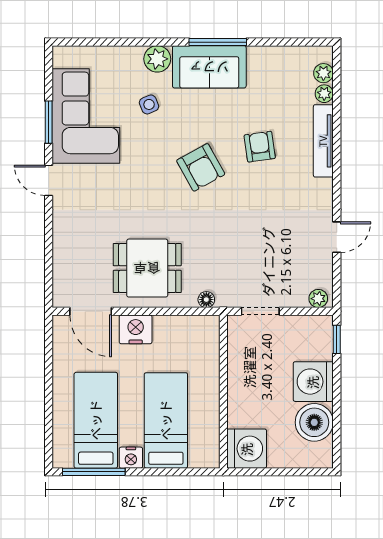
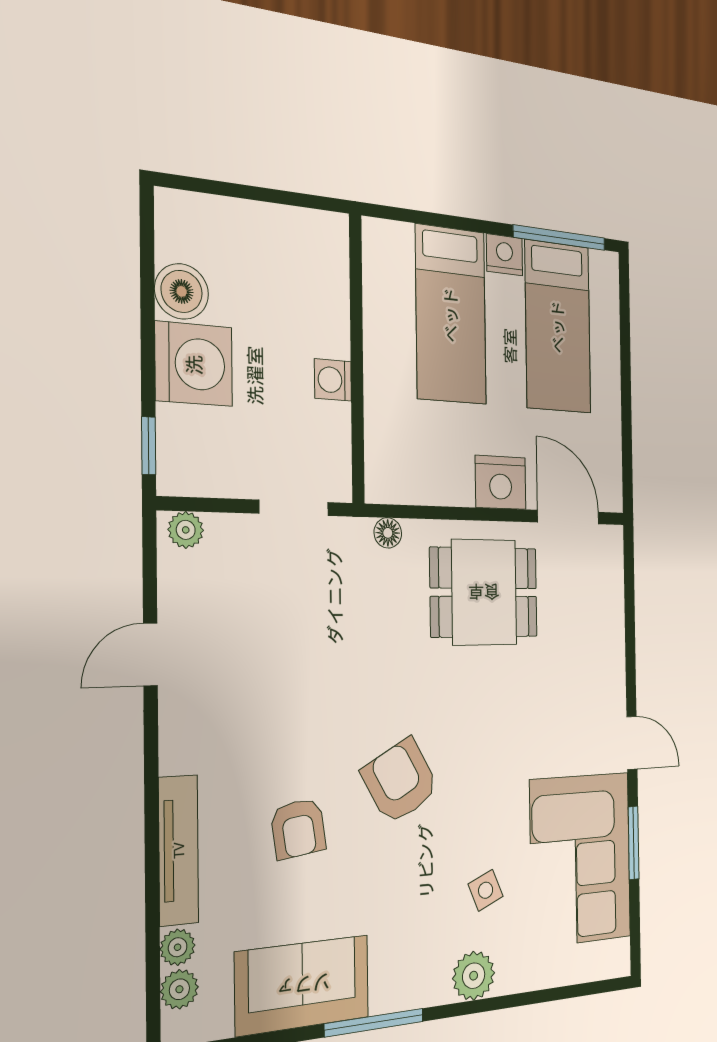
sofa: (209, 67) -> (303, 985), moved
boiler: (314, 422) -> (182, 291), width x0.73, depth x0.73
washing machine: (247, 449) -> (333, 380), moved, width x0.53, depth x0.53

